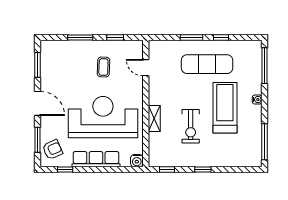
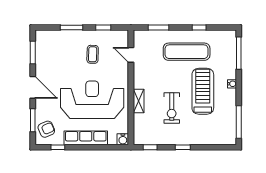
window: (191, 38) -> (159, 28), moved

